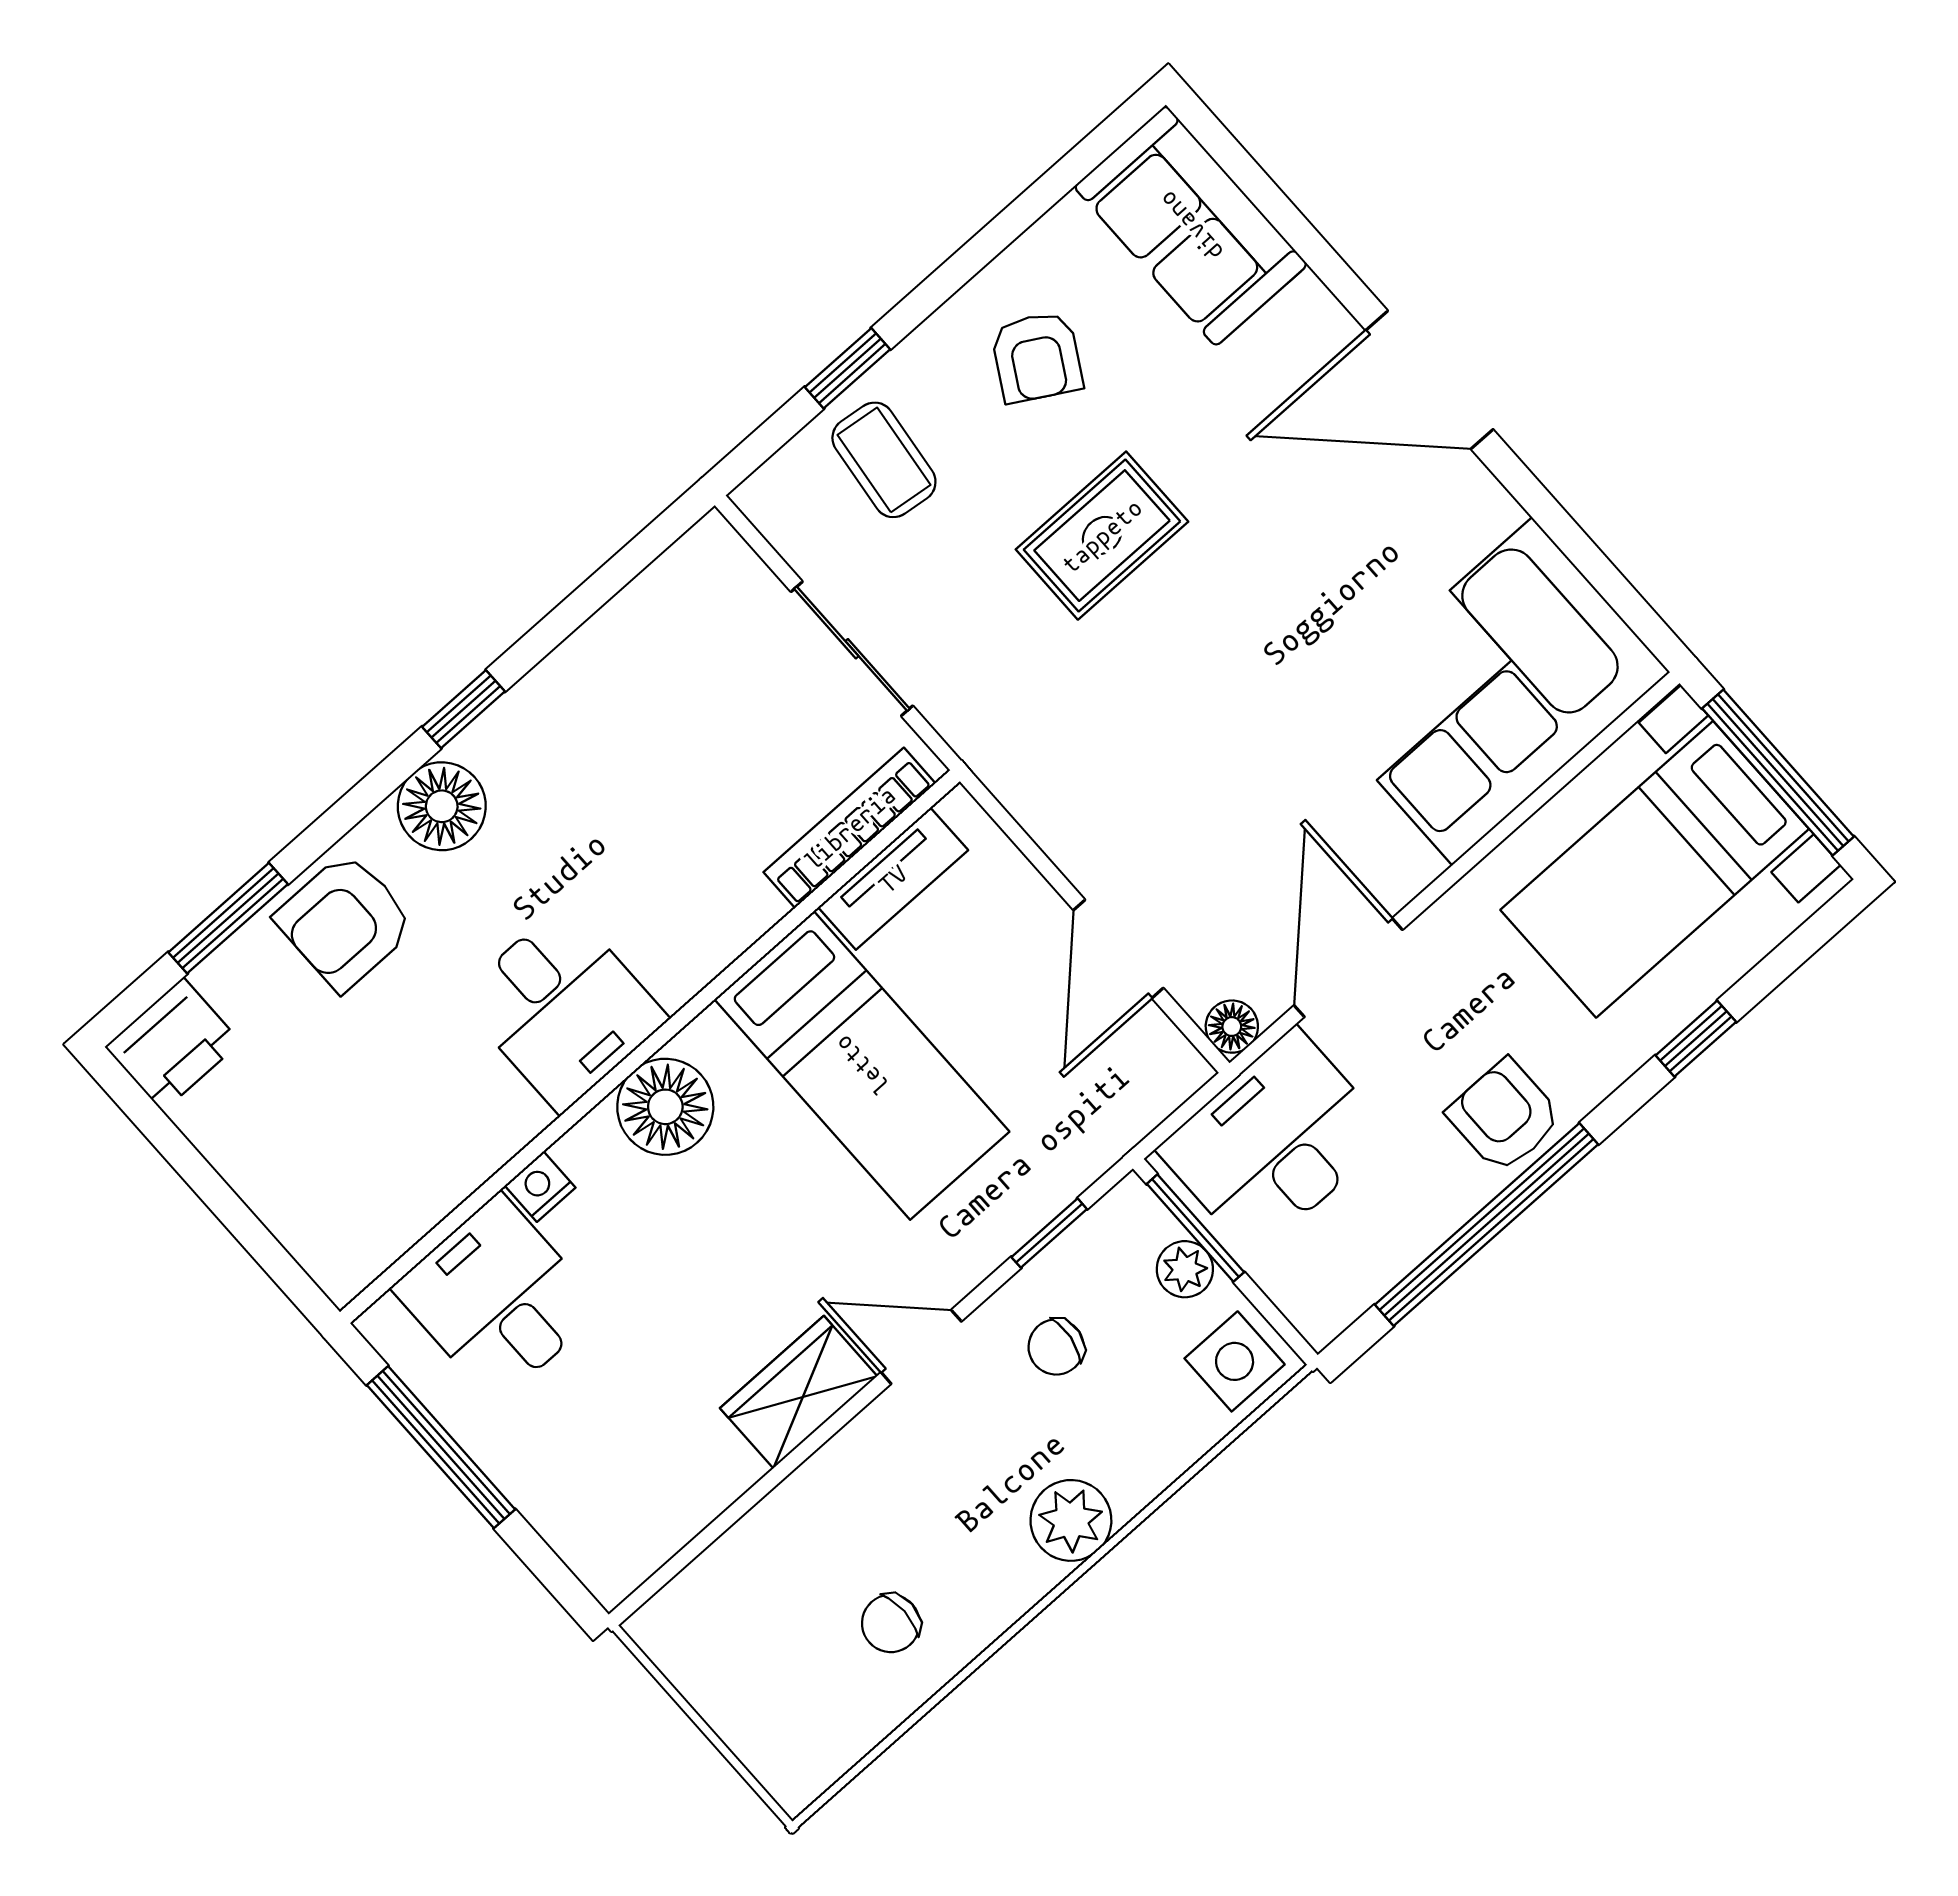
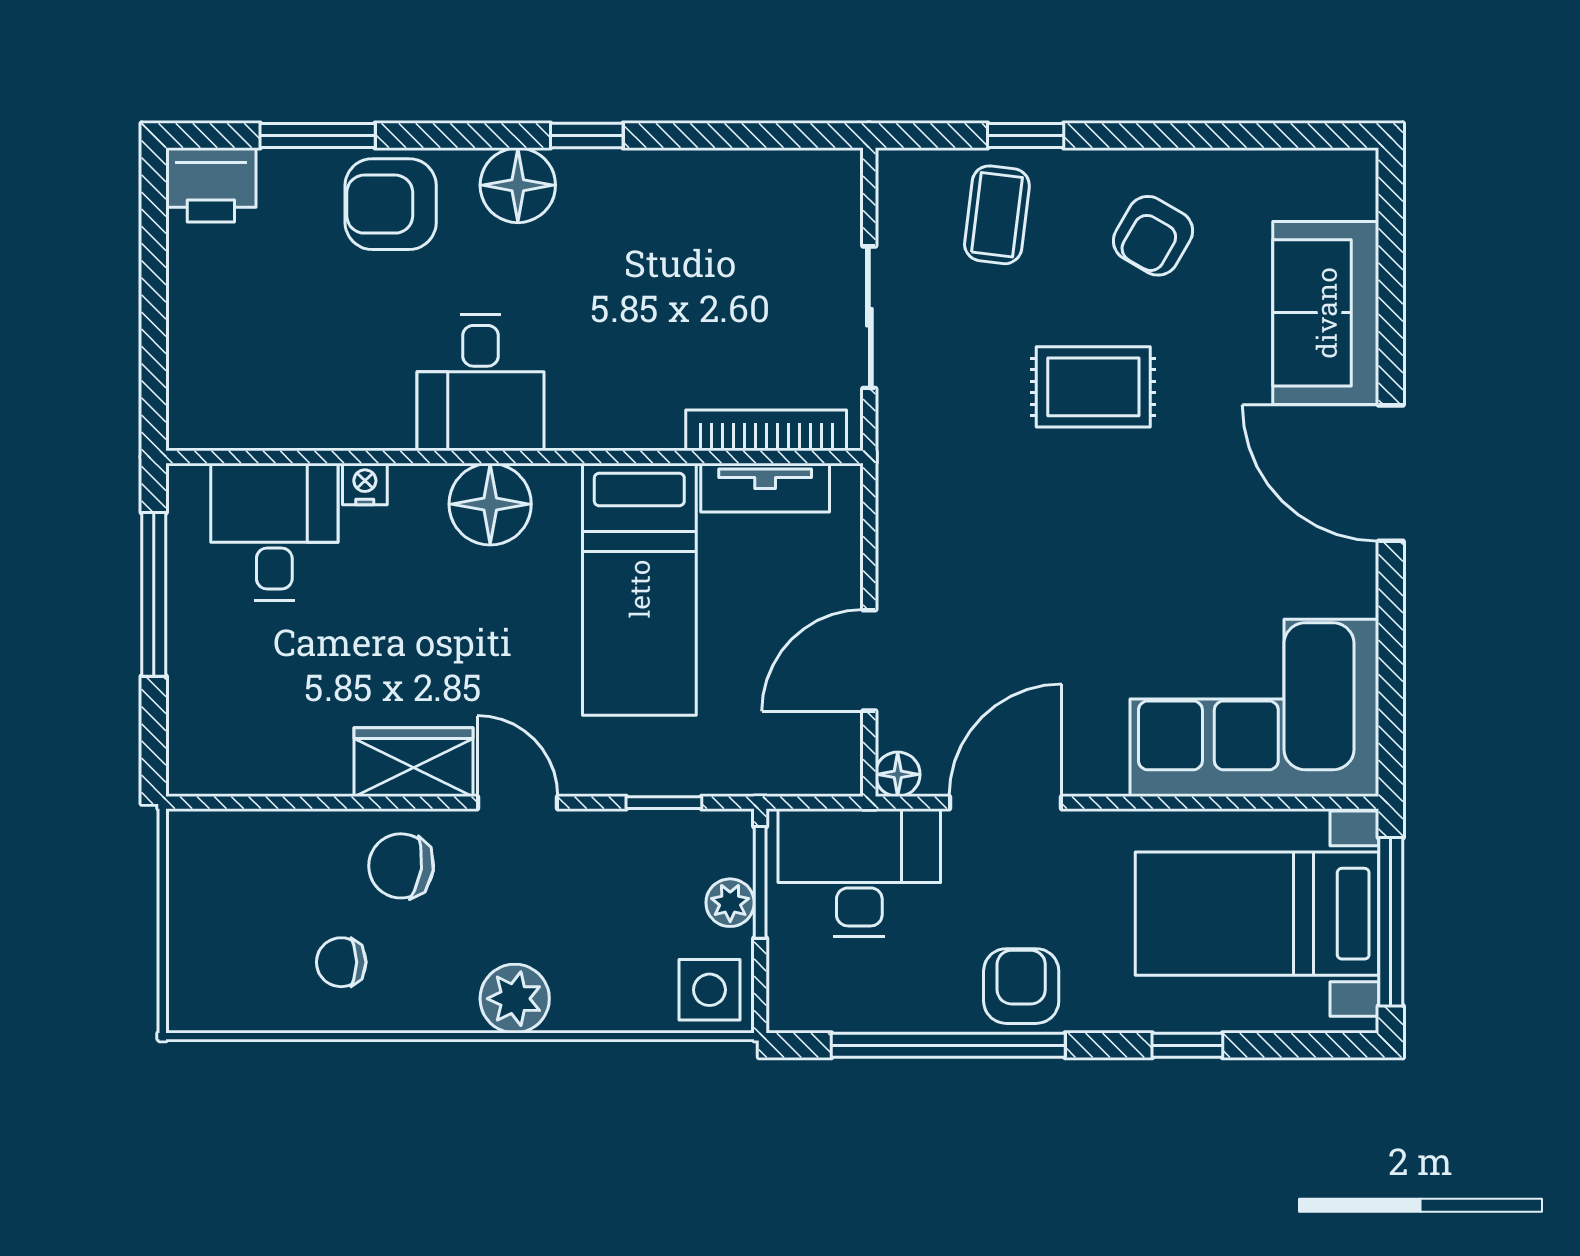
sofa: (1191, 226) -> (1326, 313), moved
chair: (1056, 1347) -> (401, 866), moved, width x1.37, depth x1.37

